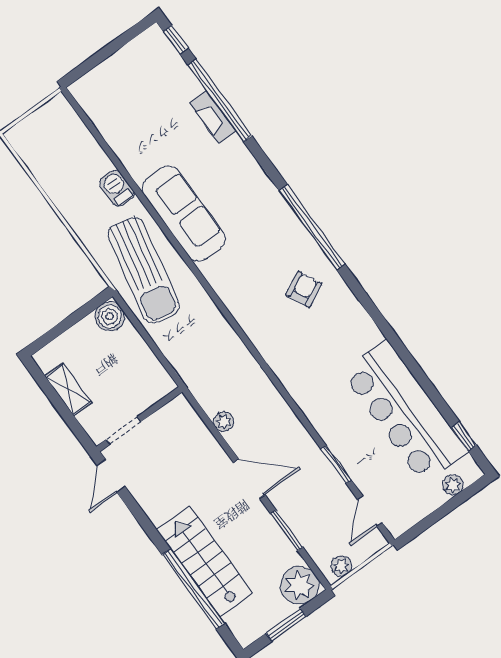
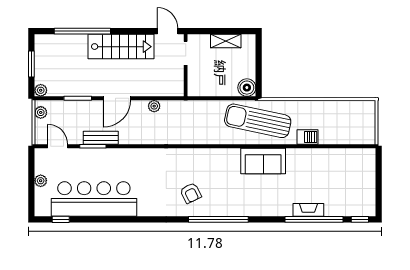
sofa: (184, 214) -> (263, 161), width x0.73
bench: (317, 462) -> (101, 138), added
plant: (453, 485) -> (41, 181), moved
stairs: (205, 562) -> (121, 47), moved
plant: (300, 585) -> (41, 90), width x0.53, depth x0.53

